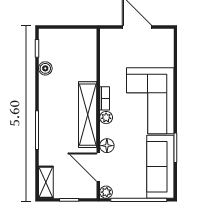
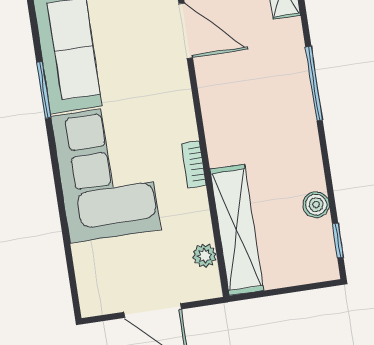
shelving: (88, 115) -> (237, 230), moved
plant: (106, 118) -> (204, 256), moved
floor lamp: (107, 146) -> (176, 74), removed

